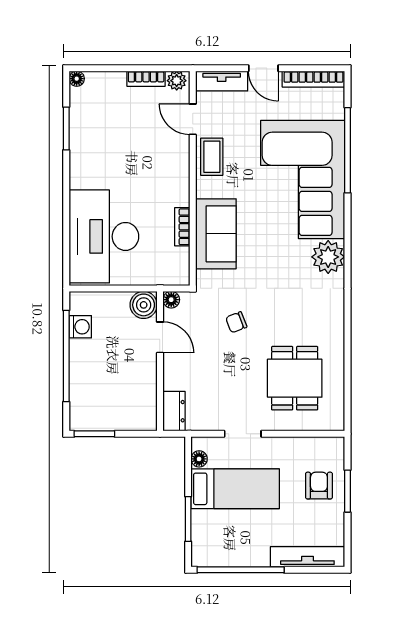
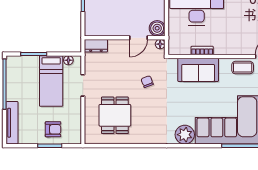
dining table: (295, 378) -> (115, 115), turned 90

